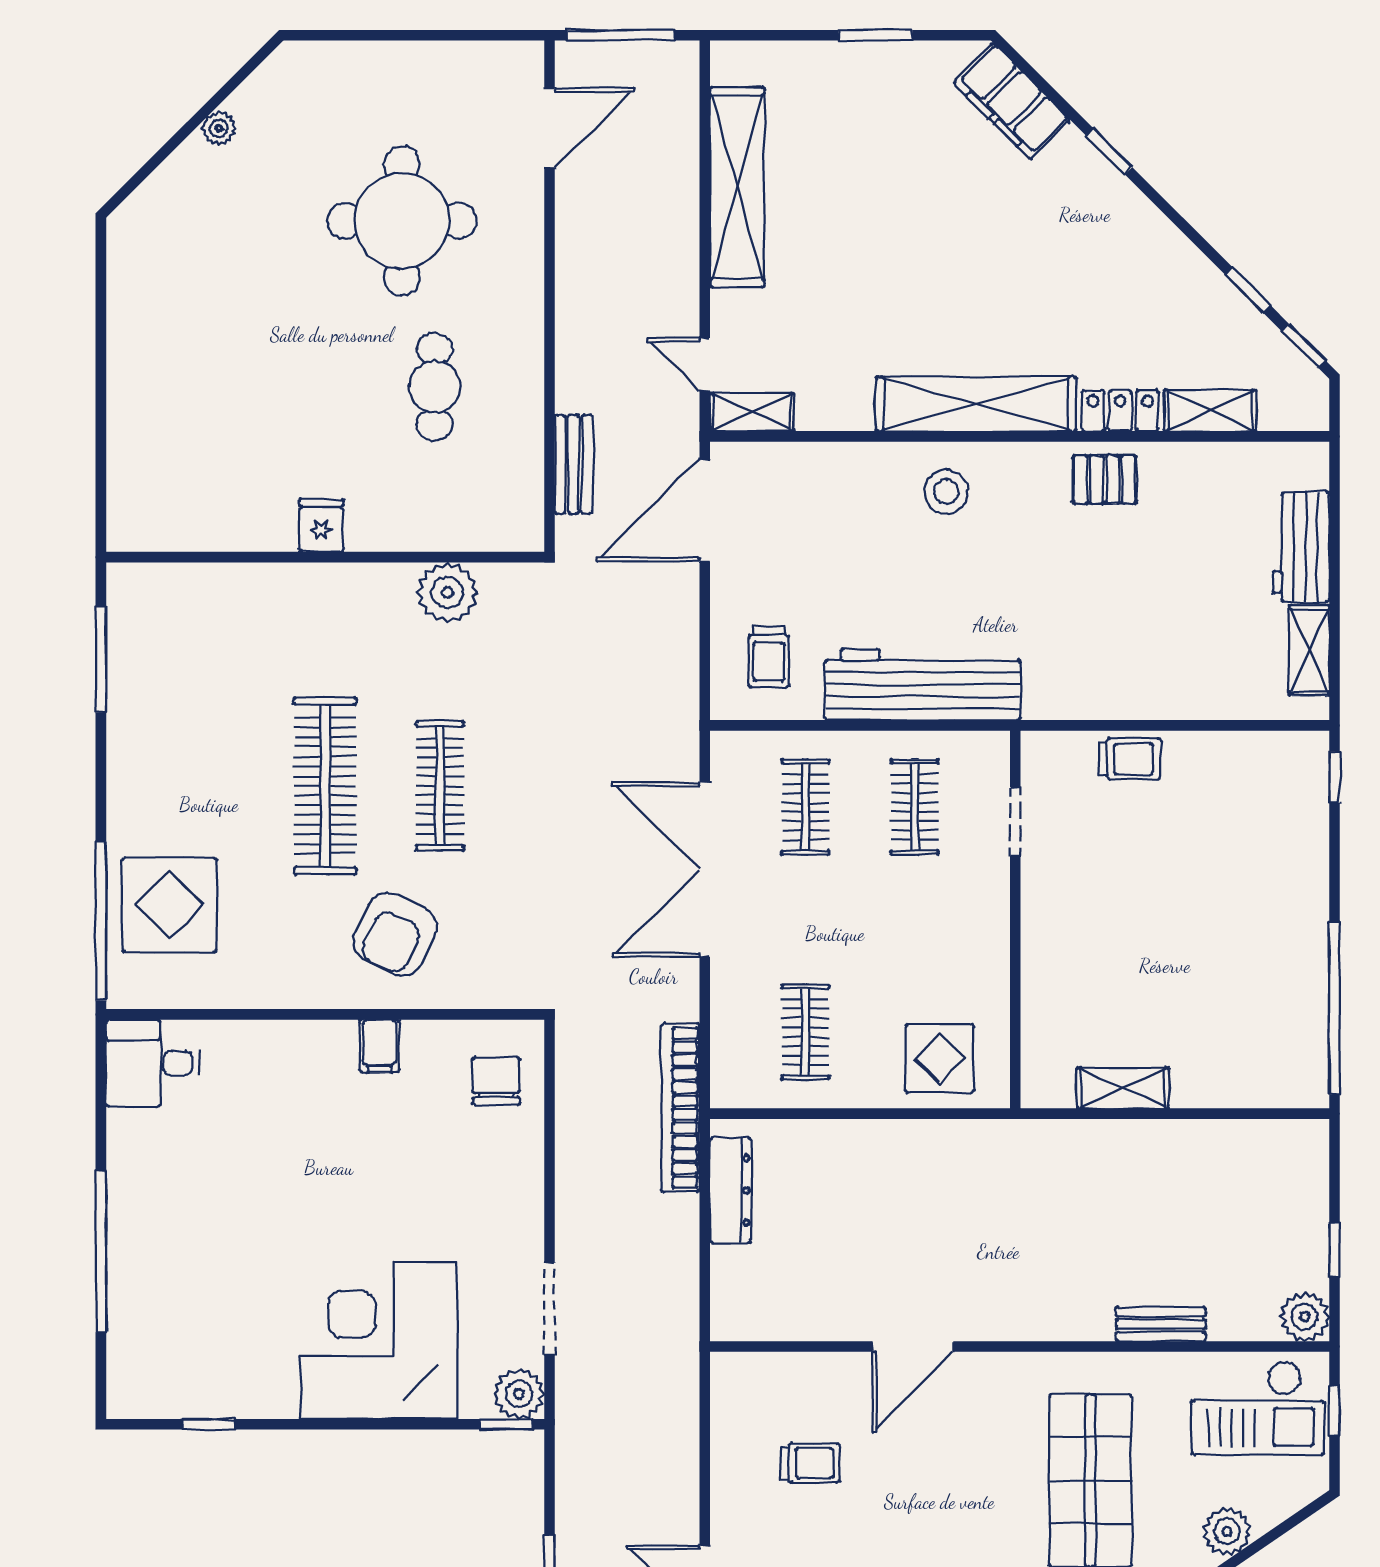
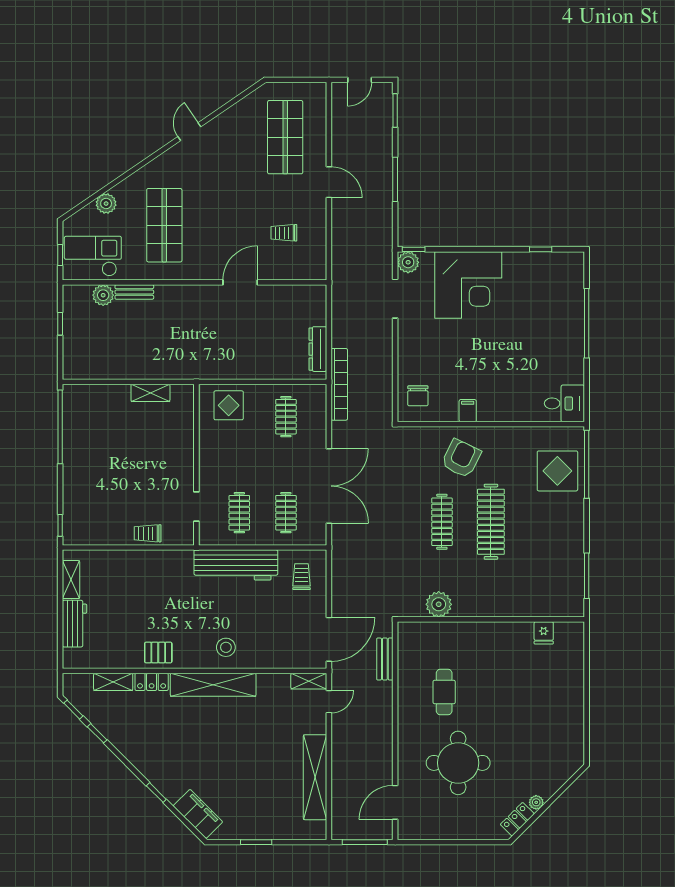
locker: (263, 89) -> (517, 819), added
door: (705, 364) -> (329, 702), hinge flipped
fridge: (321, 526) -> (544, 633), moved
plant: (1305, 1317) -> (103, 295), moved

